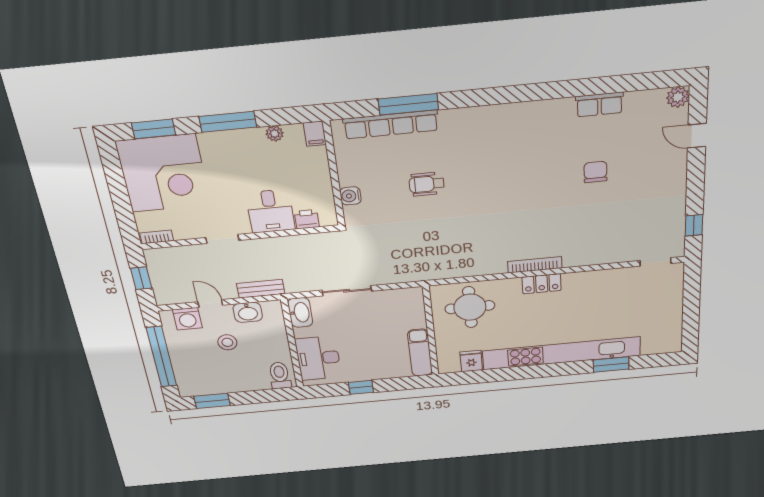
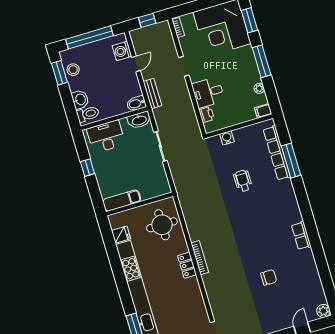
row of seats: (599, 104) -> (301, 236), moved
washbasin: (248, 312) -> (80, 99), moved, turned 180
bidet: (273, 312) -> (136, 103), added
stool: (227, 342) -> (73, 70), moved

